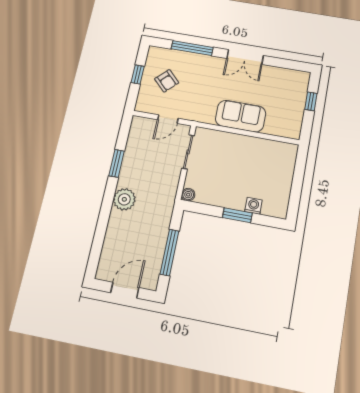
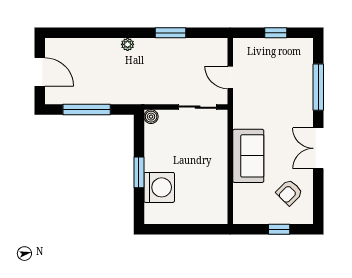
armchair: (167, 81) -> (289, 192), moved
plant: (124, 199) -> (128, 44), width x0.53, depth x0.53
washing machine: (253, 206) -> (159, 187), width x1.89, depth x1.89

